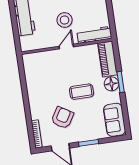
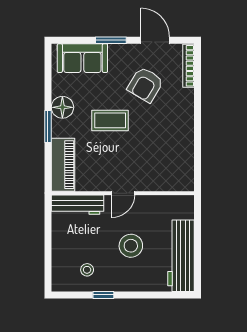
stool: (65, 20) -> (131, 246), moved
floor lamp: (111, 84) -> (62, 107), moved
sofa: (115, 120) -> (82, 58), moved, turned 90

